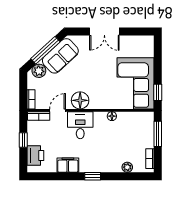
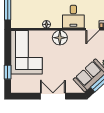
window: (158, 92) -> (8, 72), moved
floor lamp: (80, 100) -> (60, 38), moved

